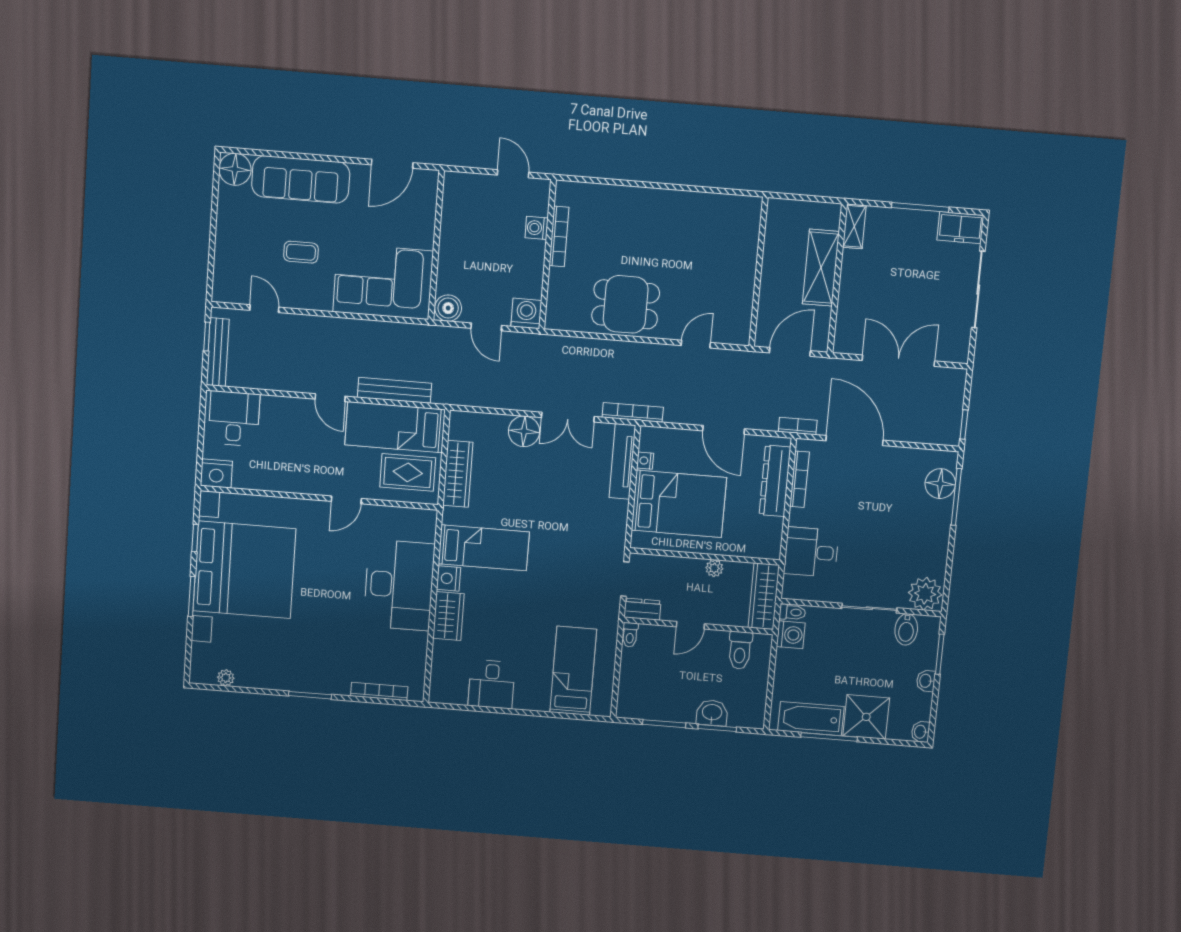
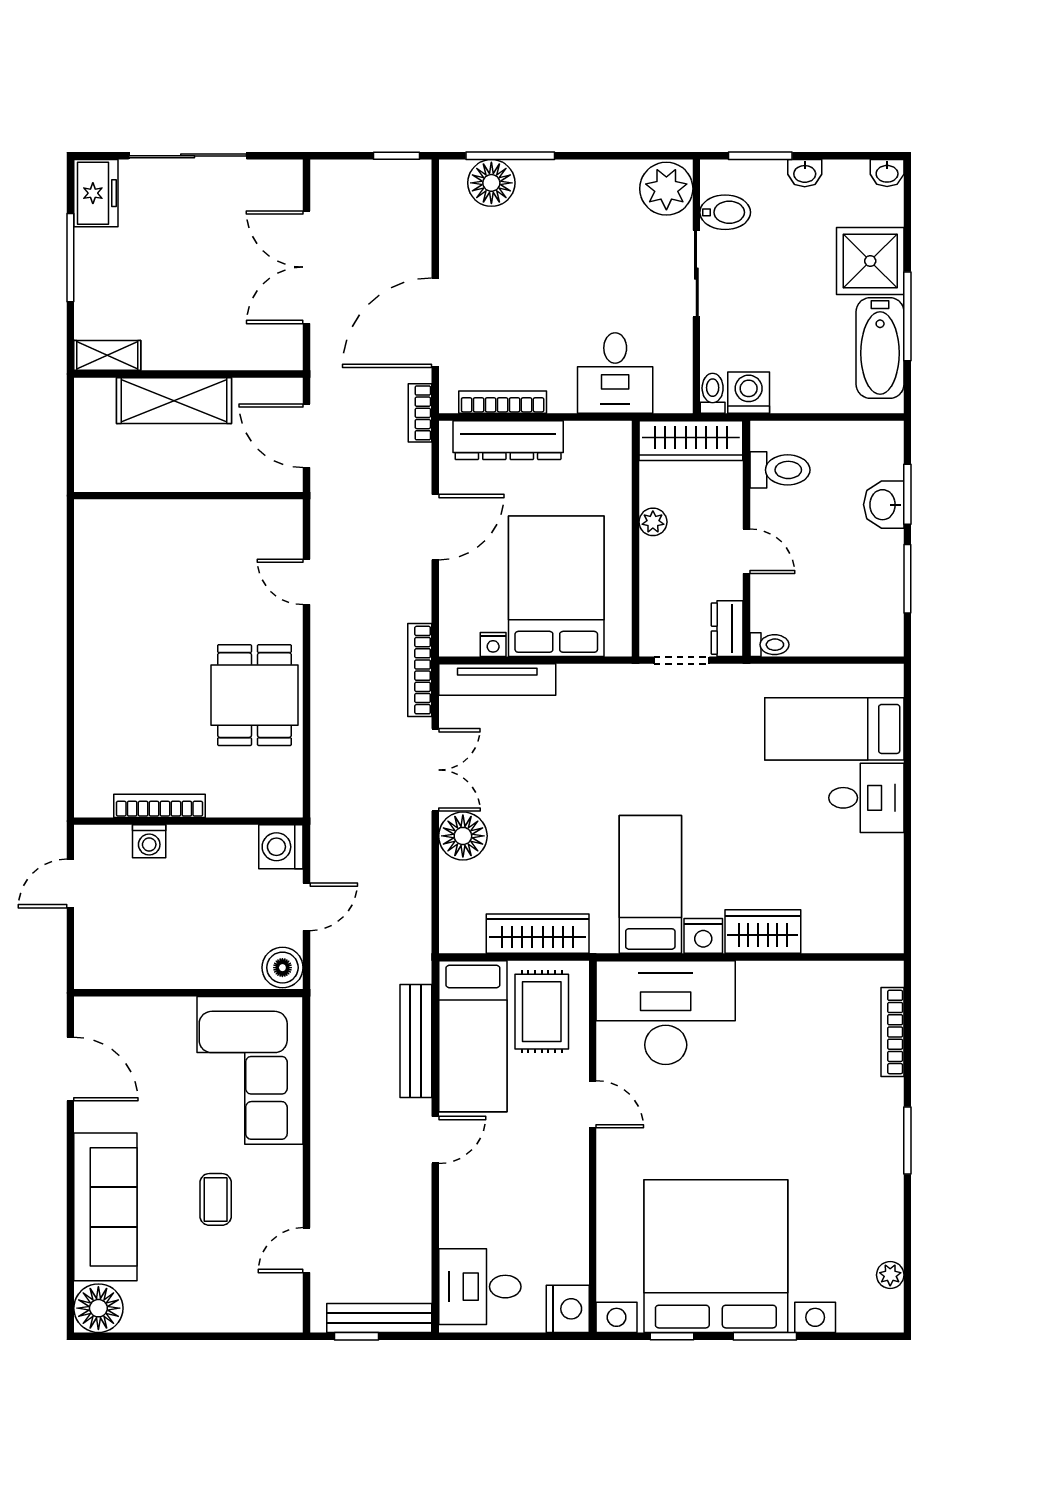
desk: (399, 585) -> (666, 1013), moved
desk: (492, 684) -> (866, 798), moved

